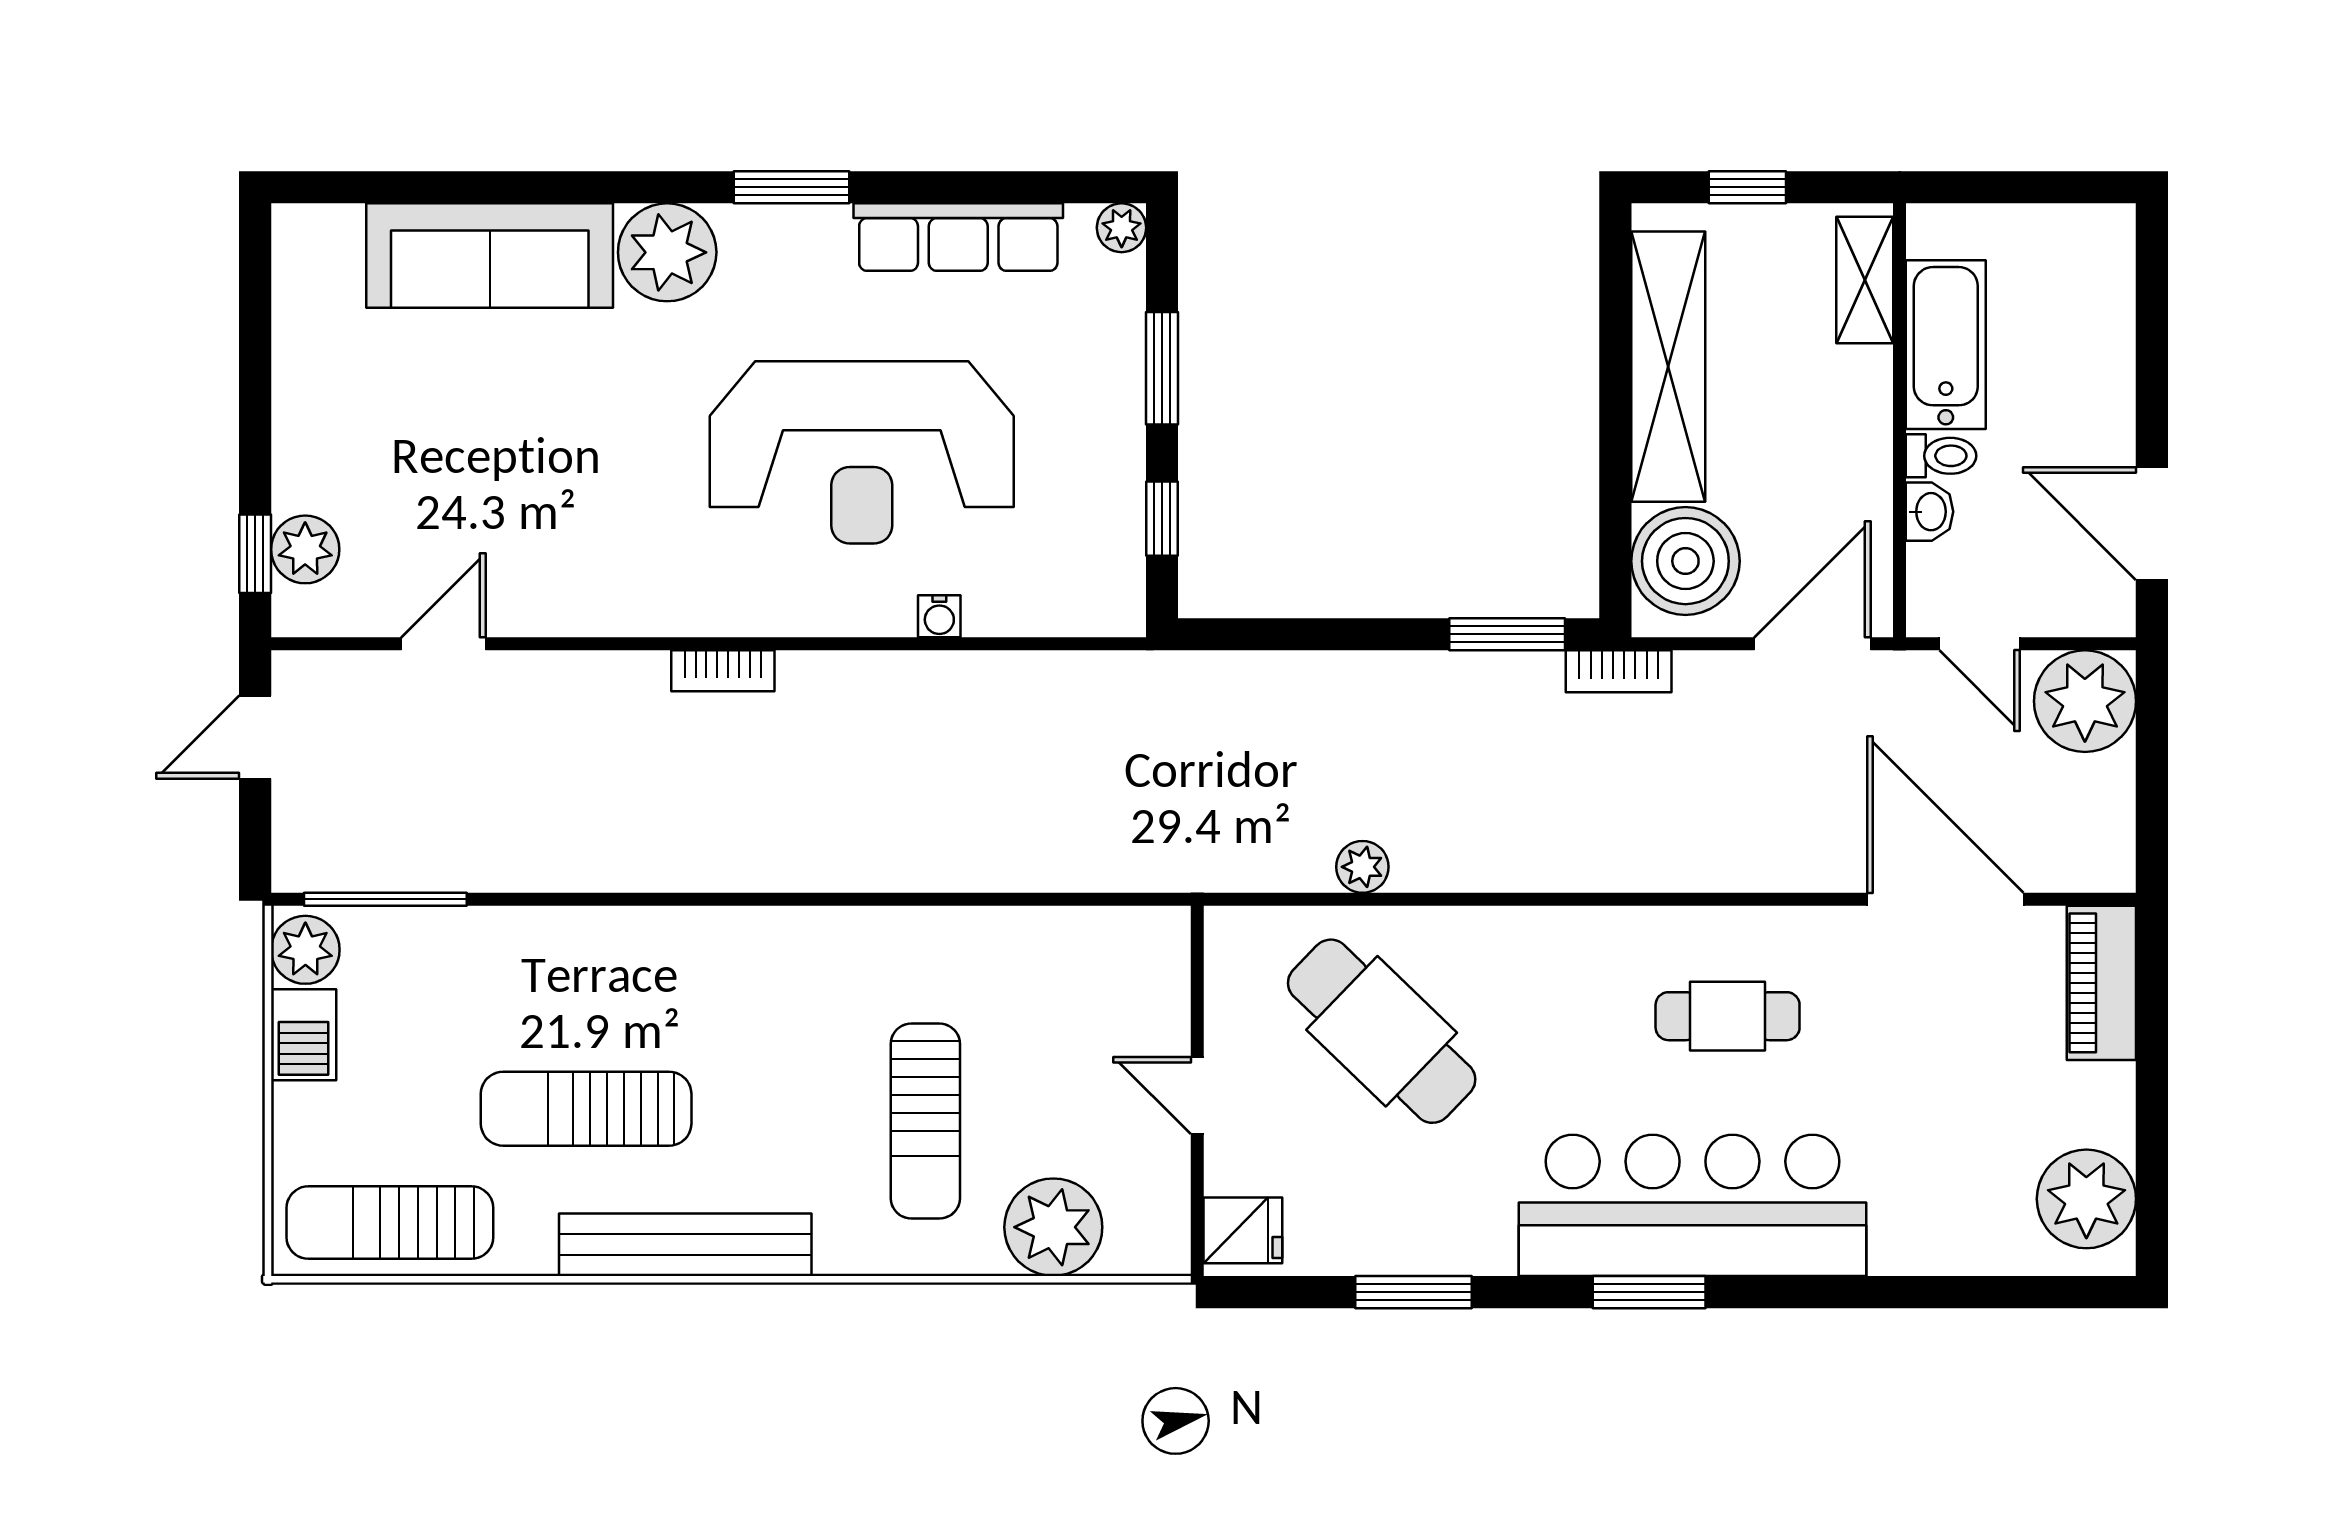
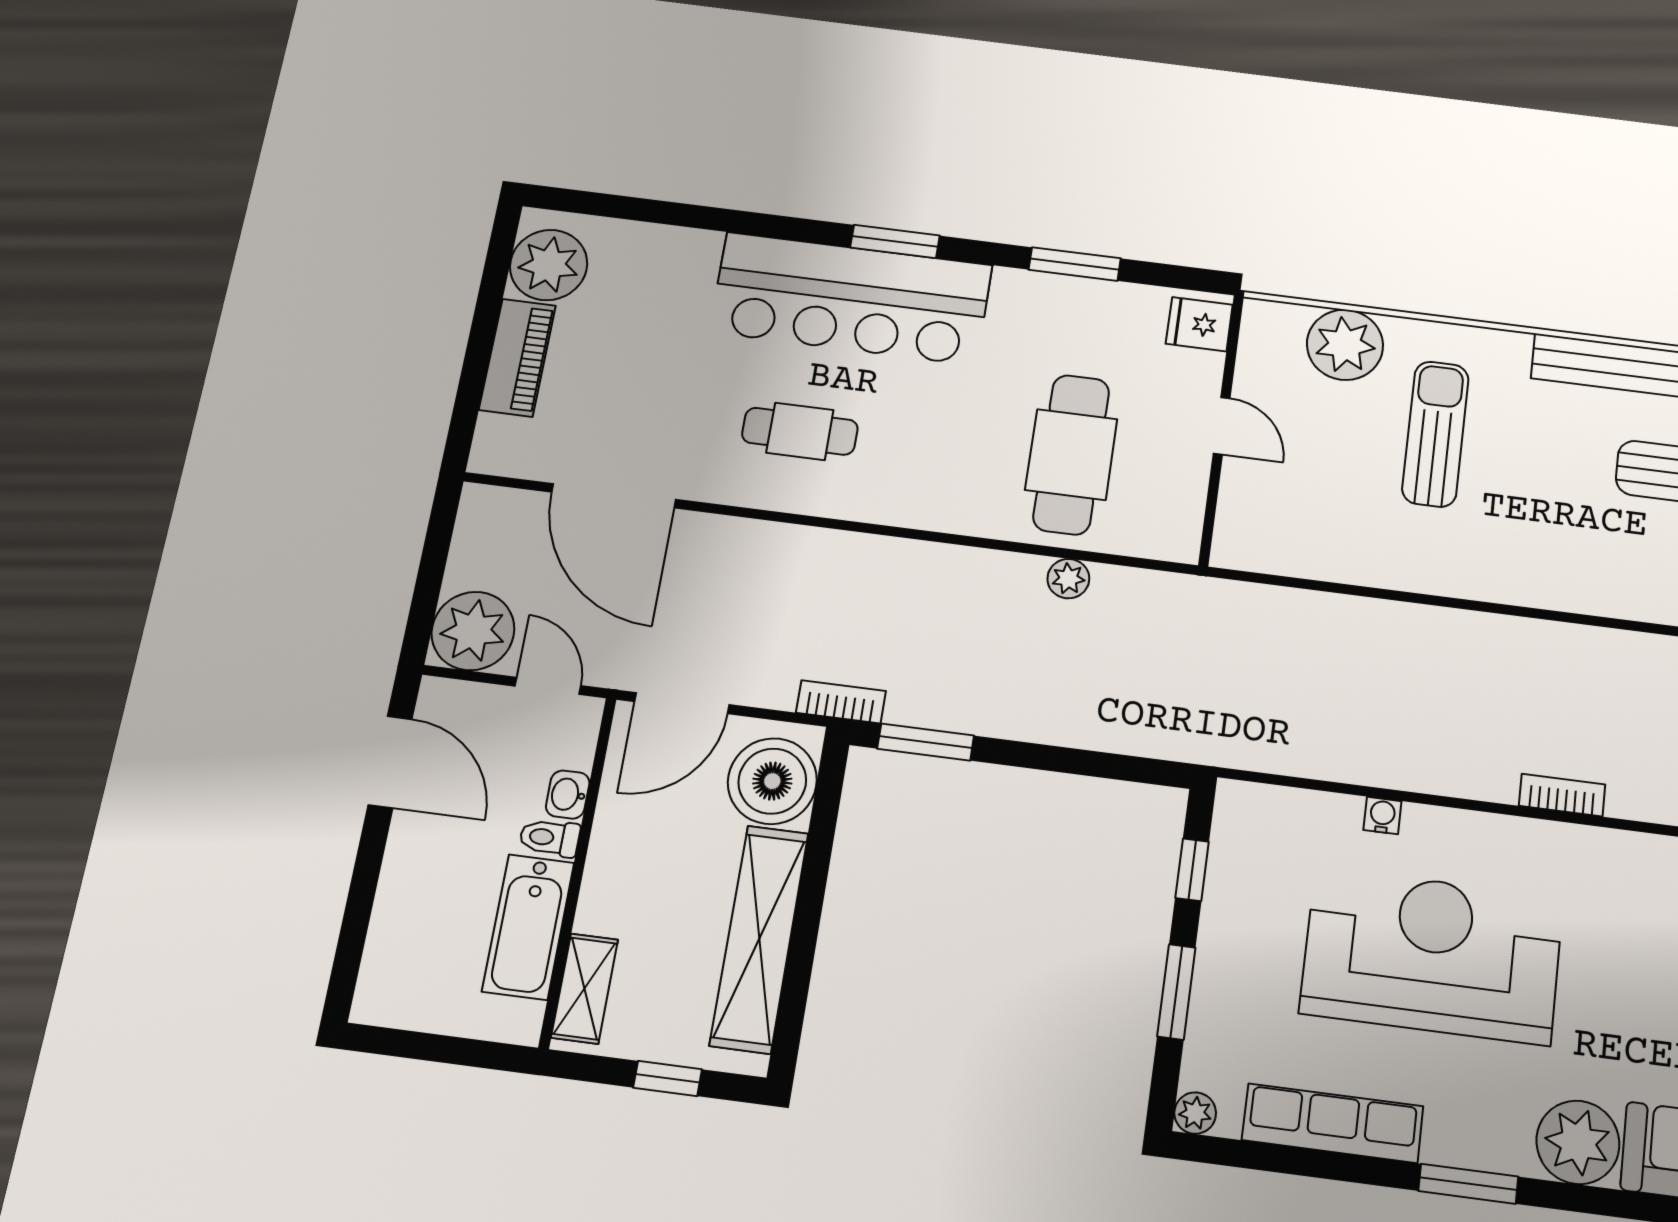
piano: (2101, 983) -> (517, 358), moved
cafe table: (1382, 1031) -> (1071, 454), turned 46

